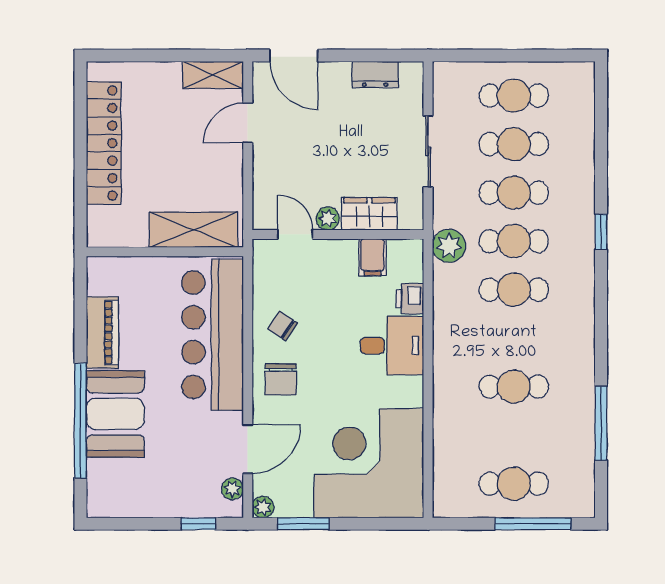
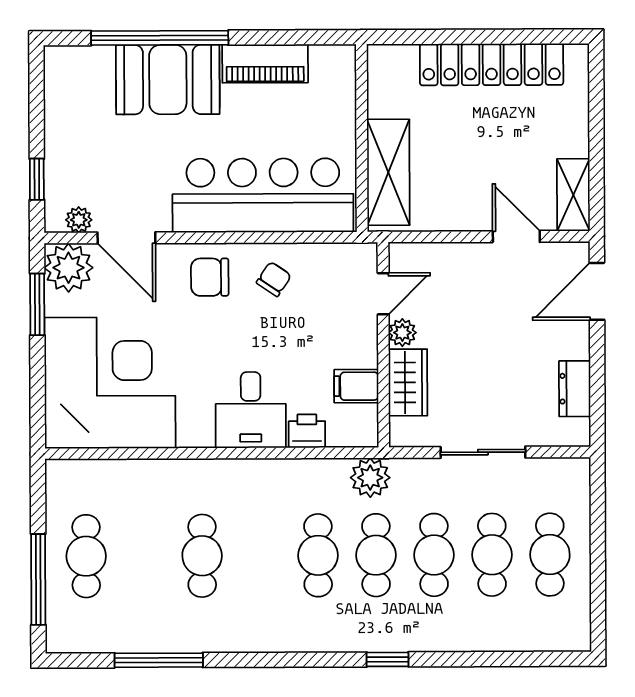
plant: (263, 507) -> (68, 268), width x1.87, depth x1.87

